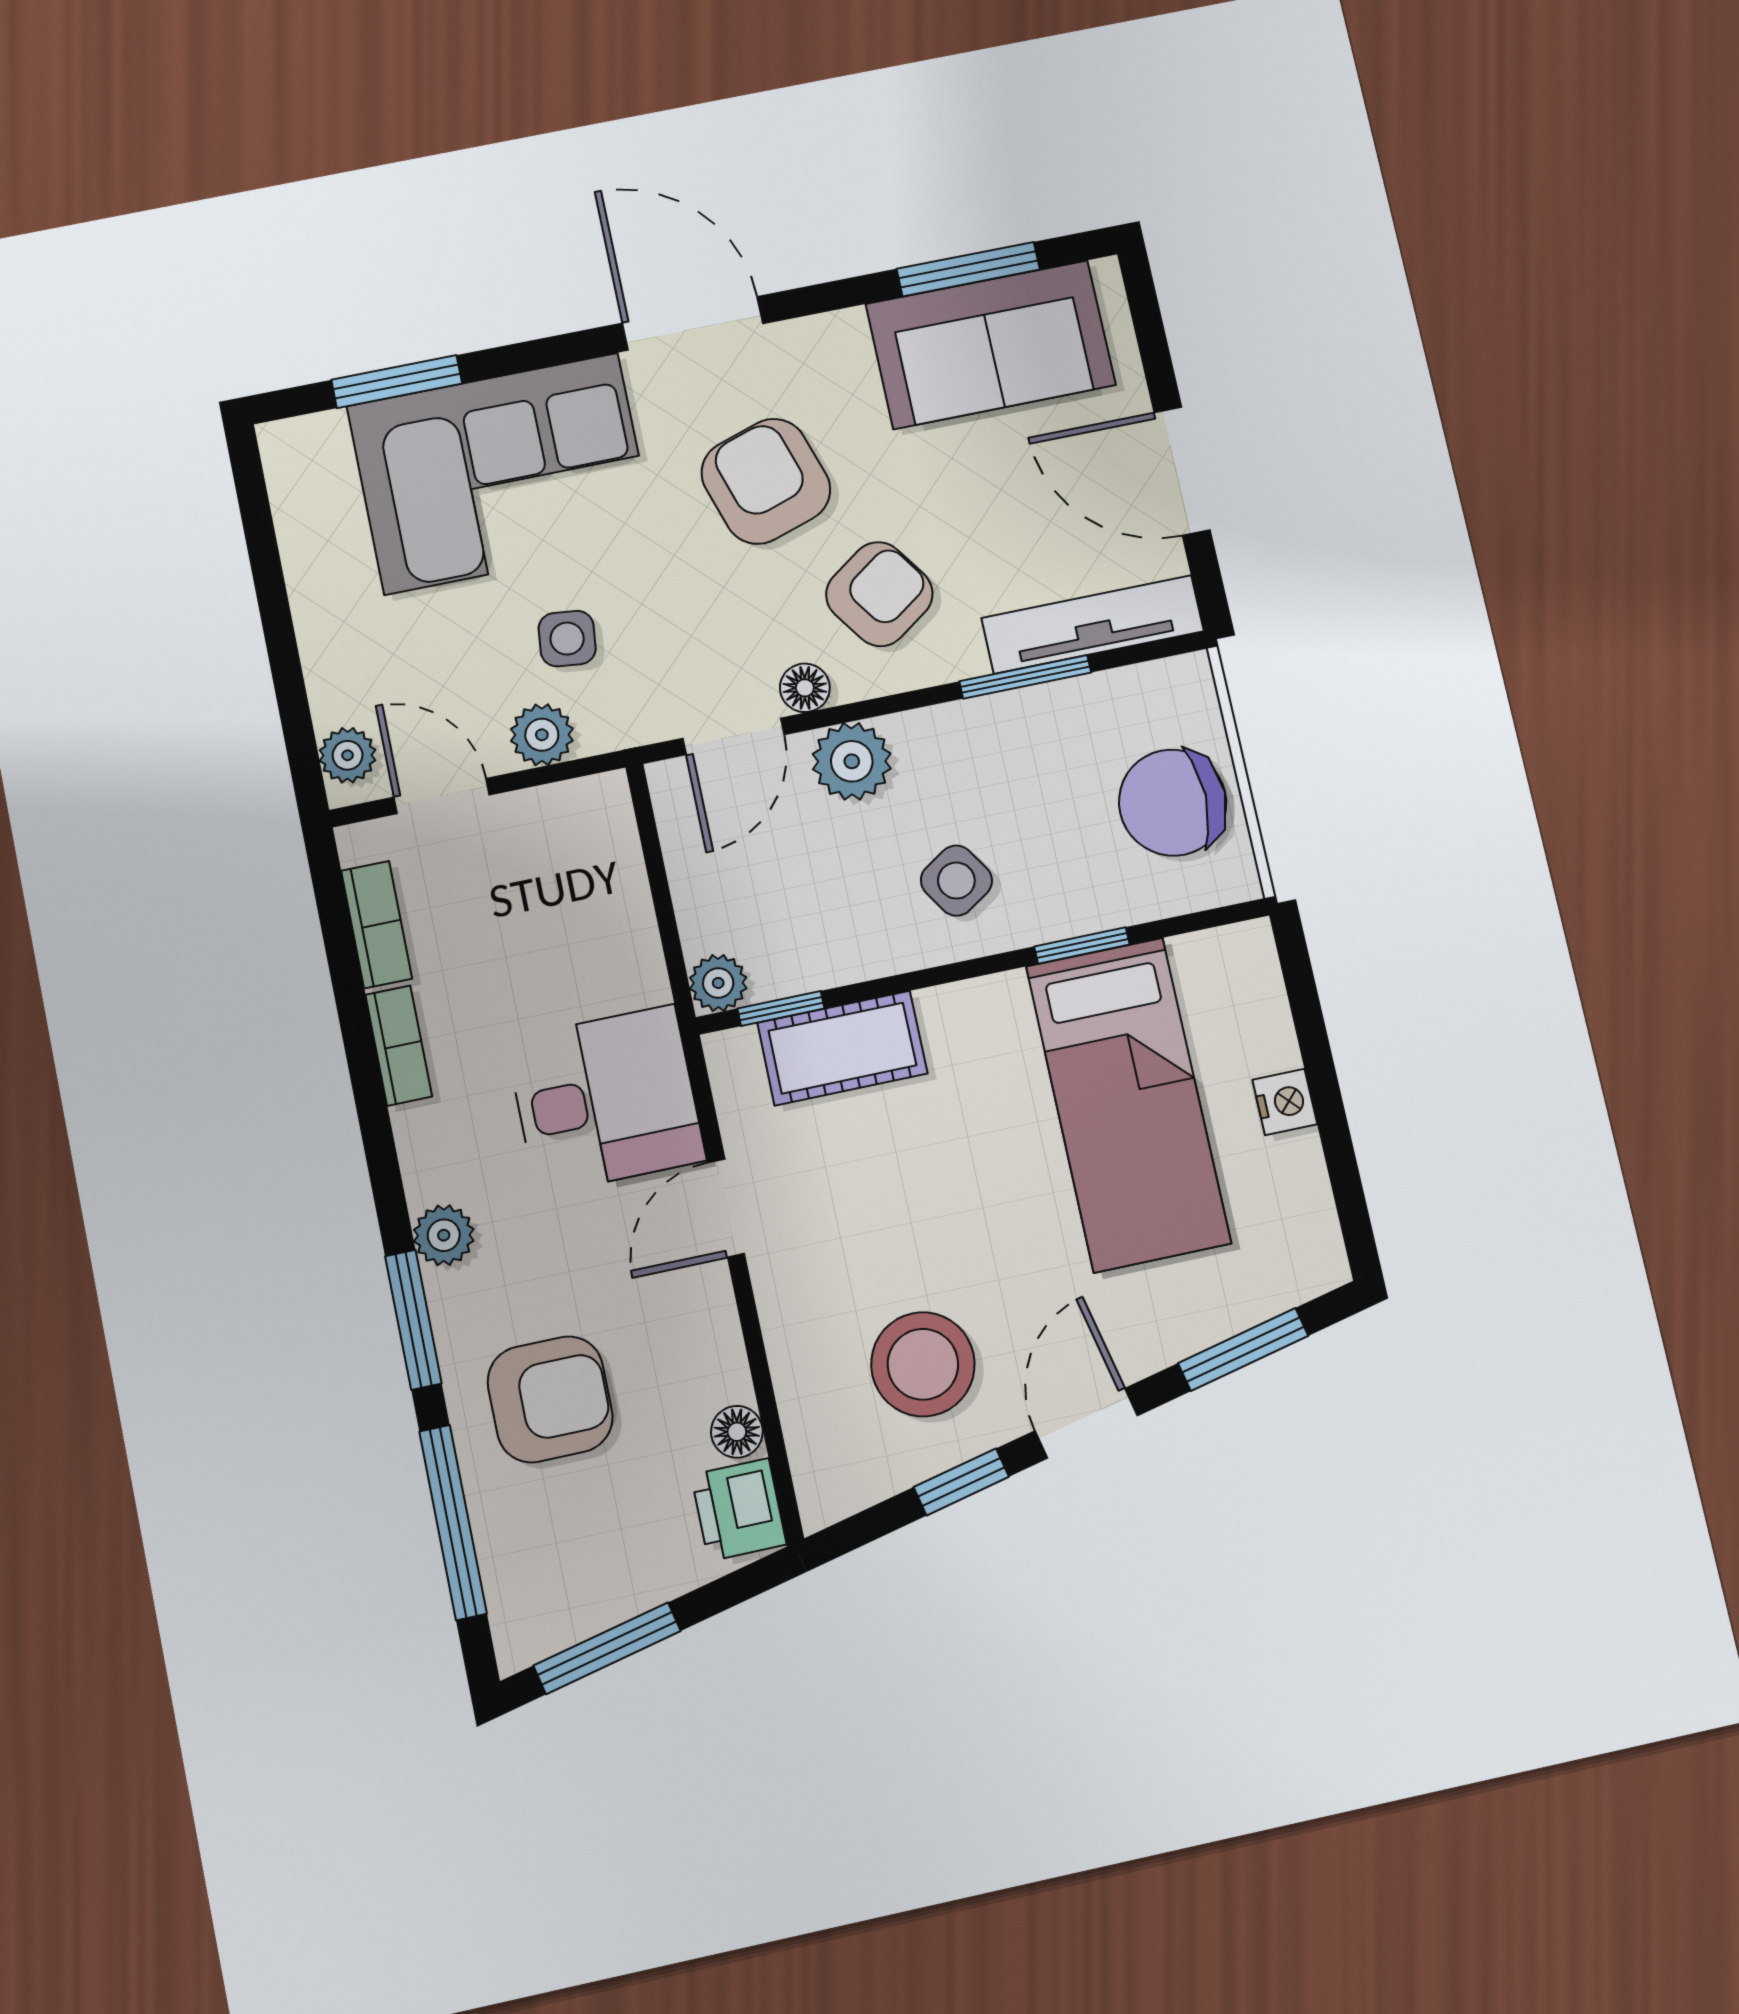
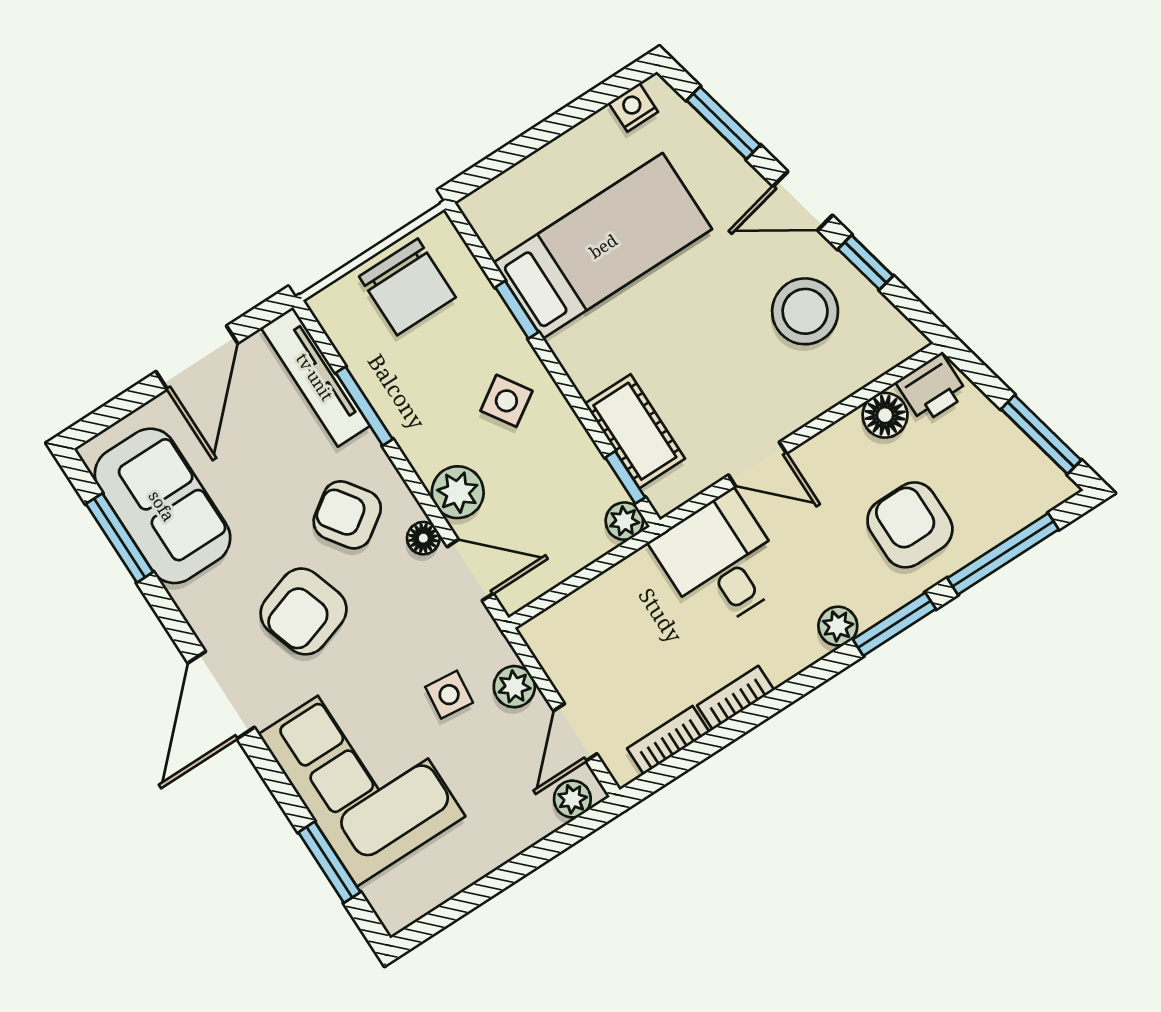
nightstand: (1285, 1102) -> (633, 107), moved
floor lamp: (737, 1432) -> (885, 415), width x1.37, depth x1.37

